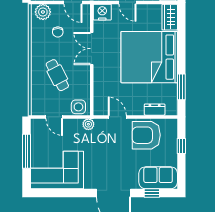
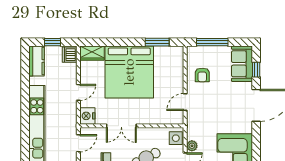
dresser: (155, 110) -> (178, 67), removed
plant: (88, 124) -> (192, 146), moved
armchair: (146, 135) -> (202, 75), width x0.53, depth x0.53
window: (181, 146) -> (212, 42), width x2.17

